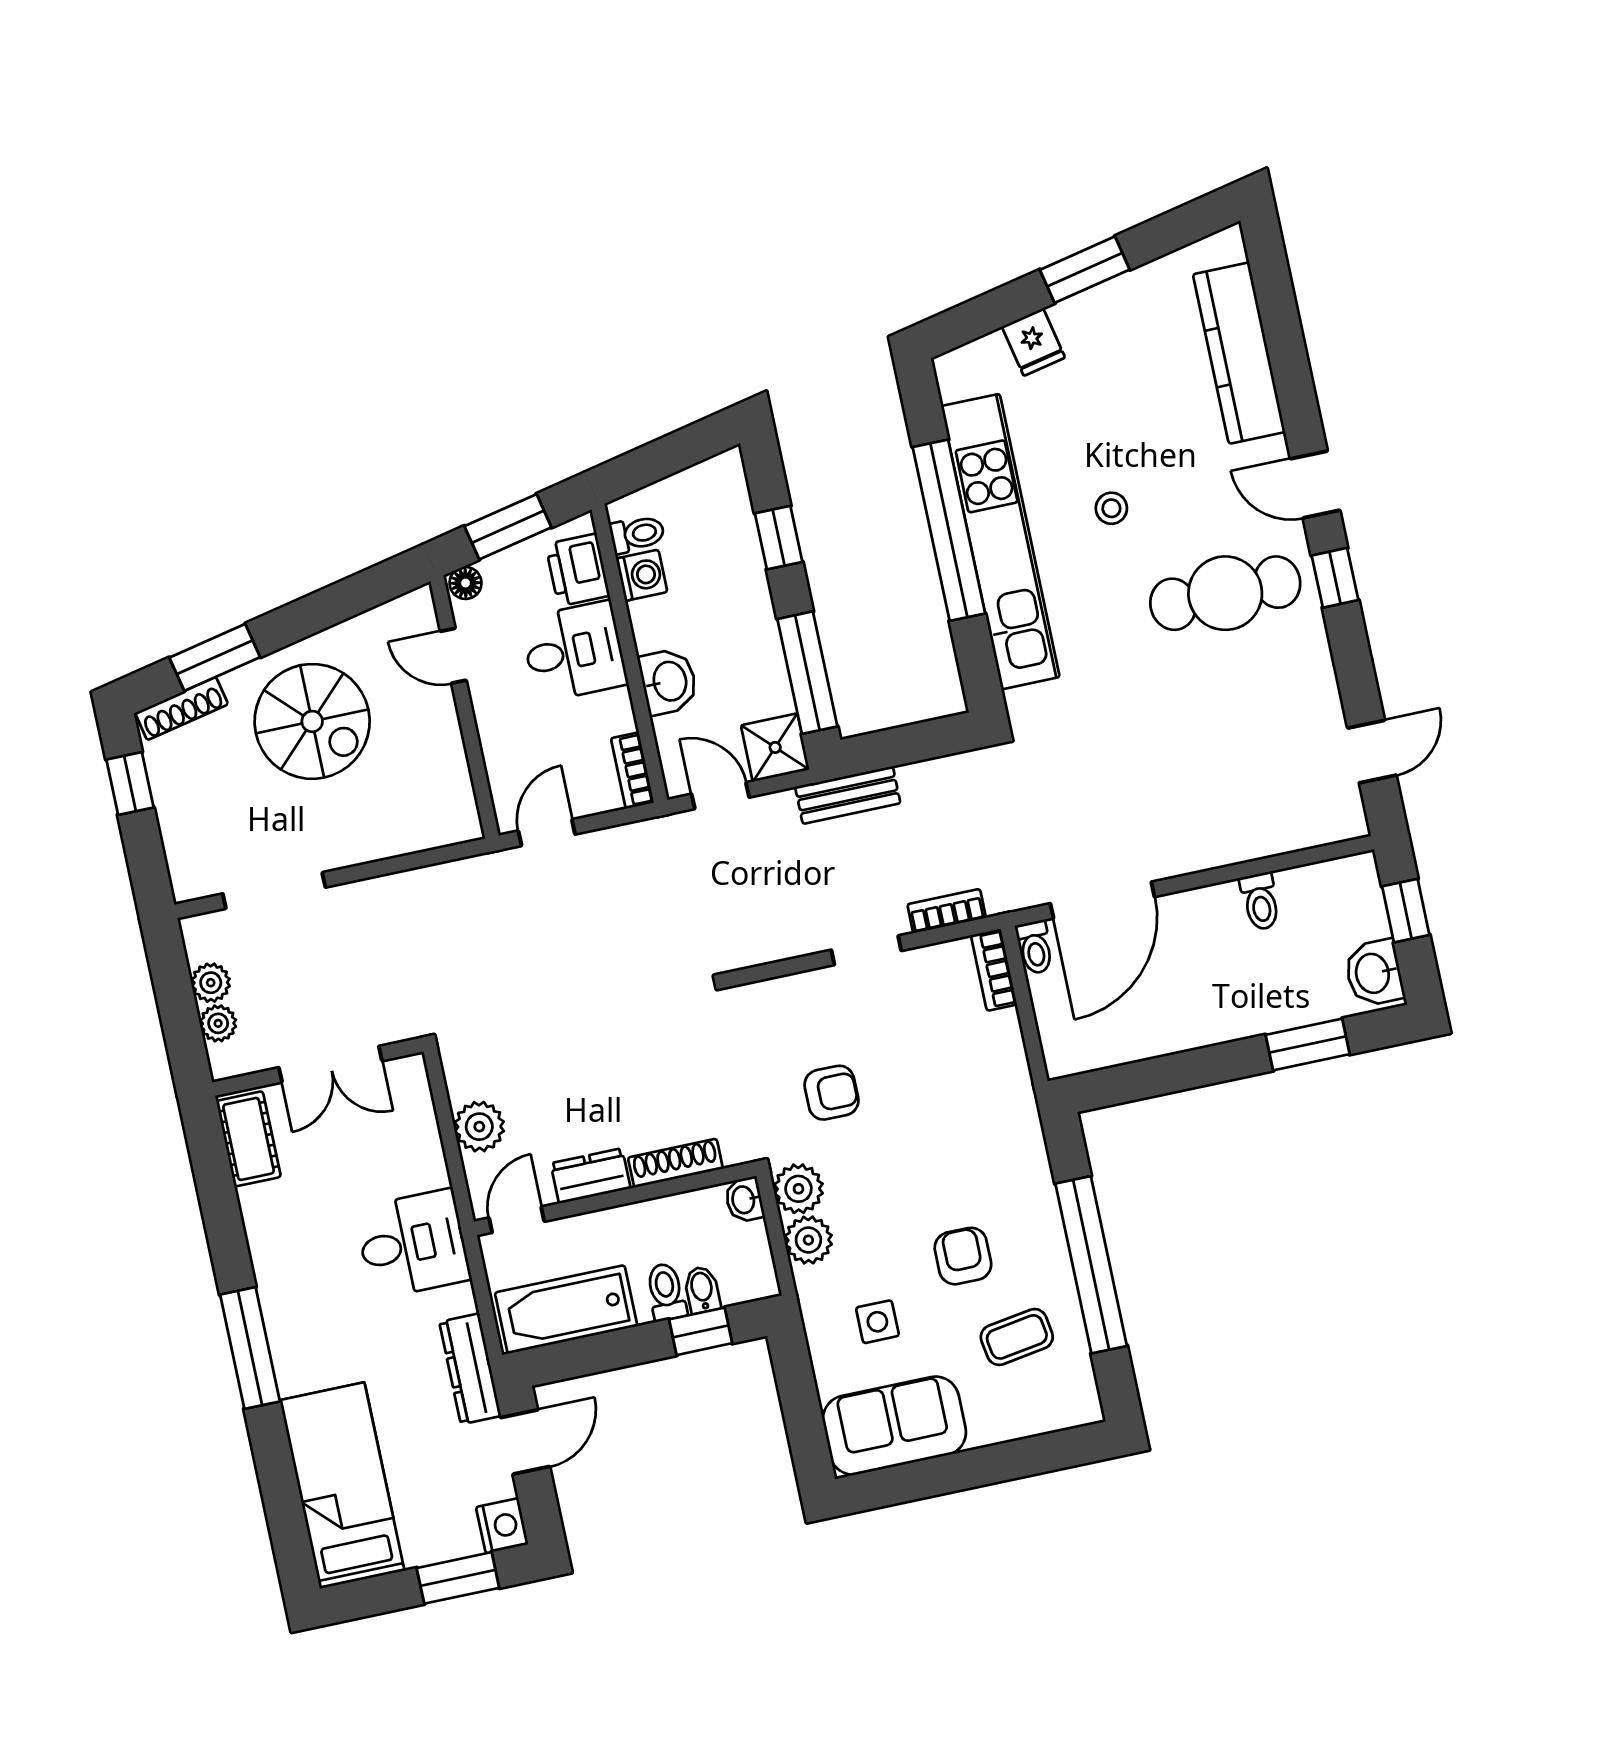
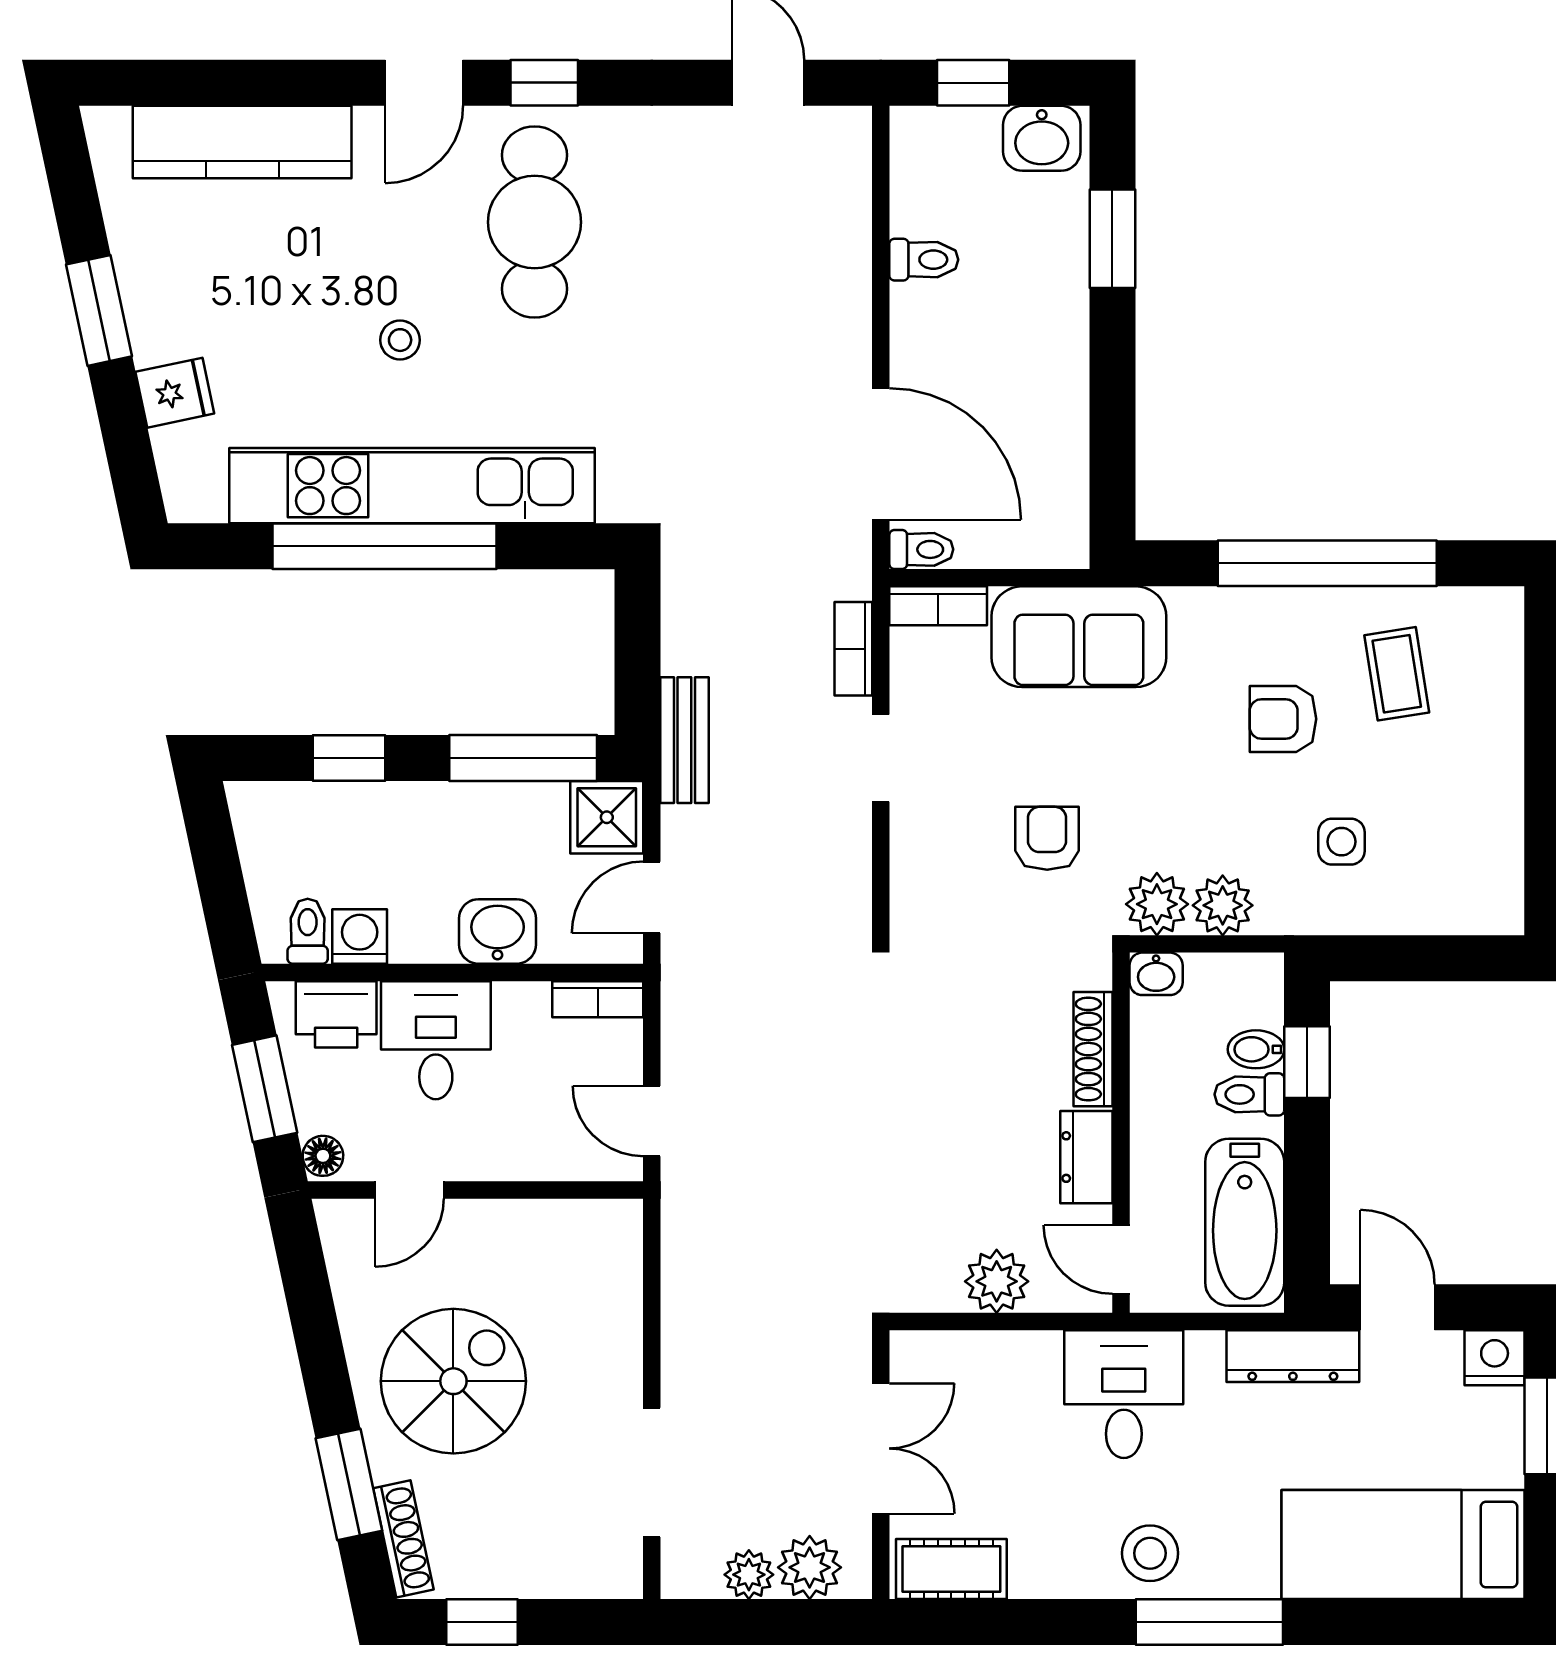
plant: (218, 1023) -> (810, 1567), width x1.38, depth x1.38
stool: (294, 1291) -> (1150, 1553), added
sofa: (894, 1426) -> (1079, 637), moved, turned -90

